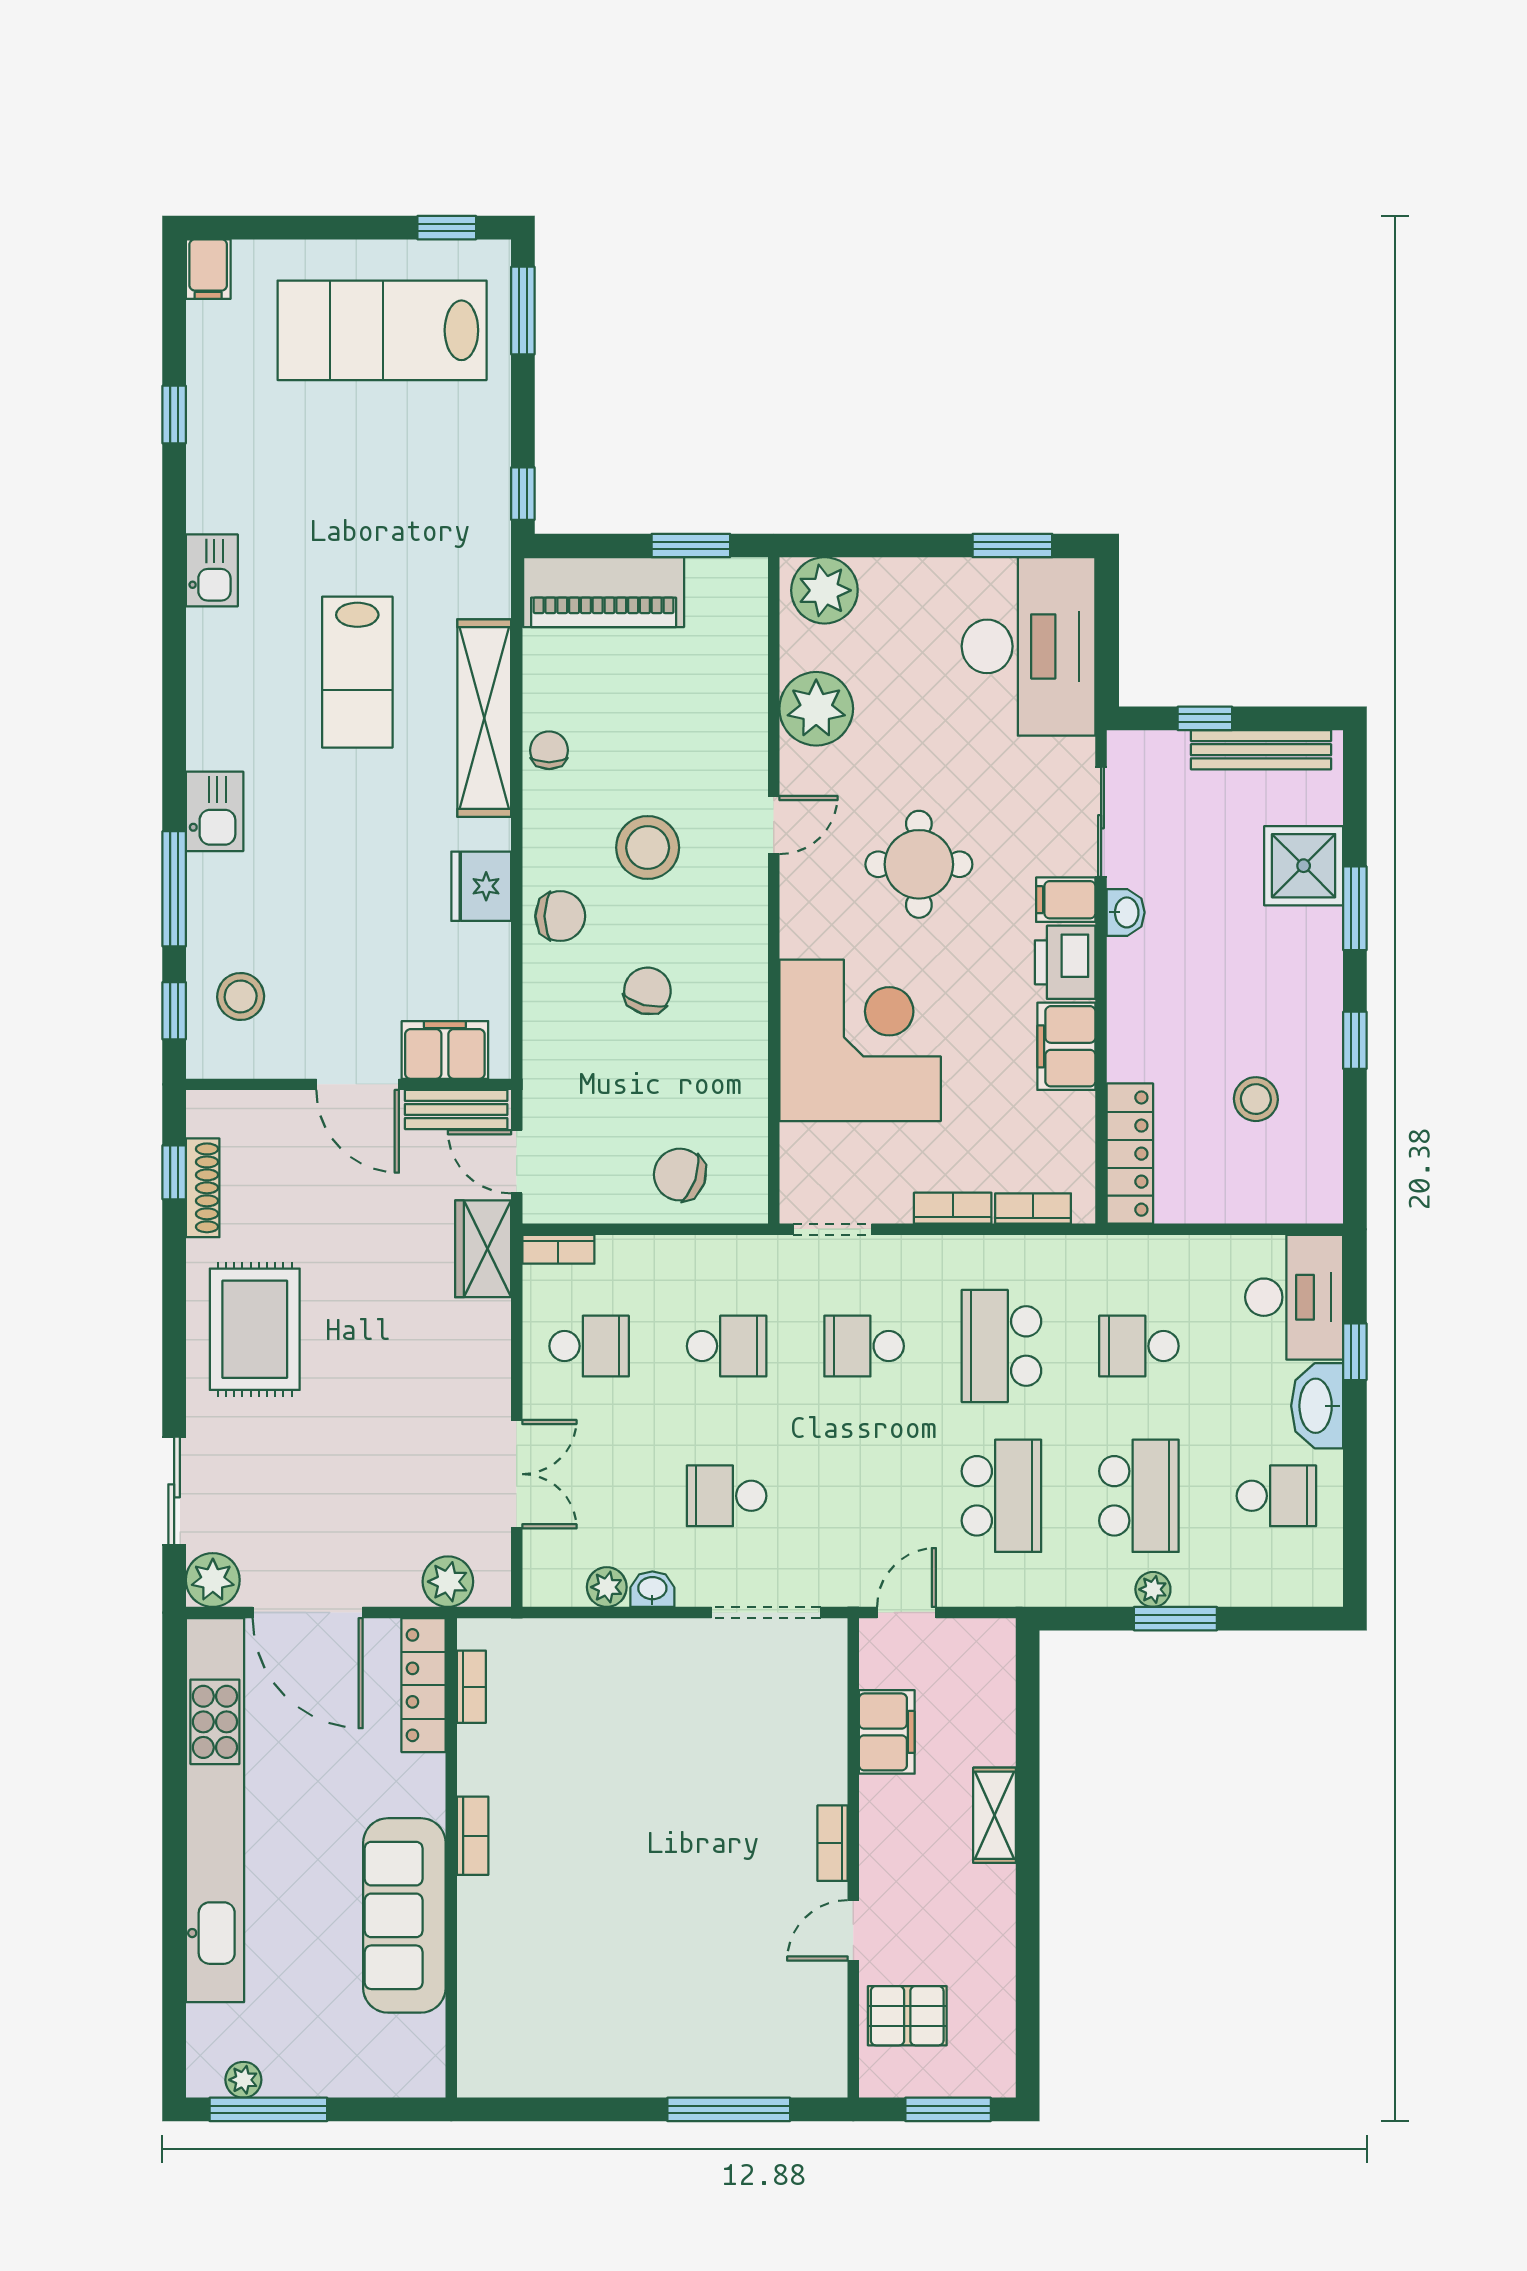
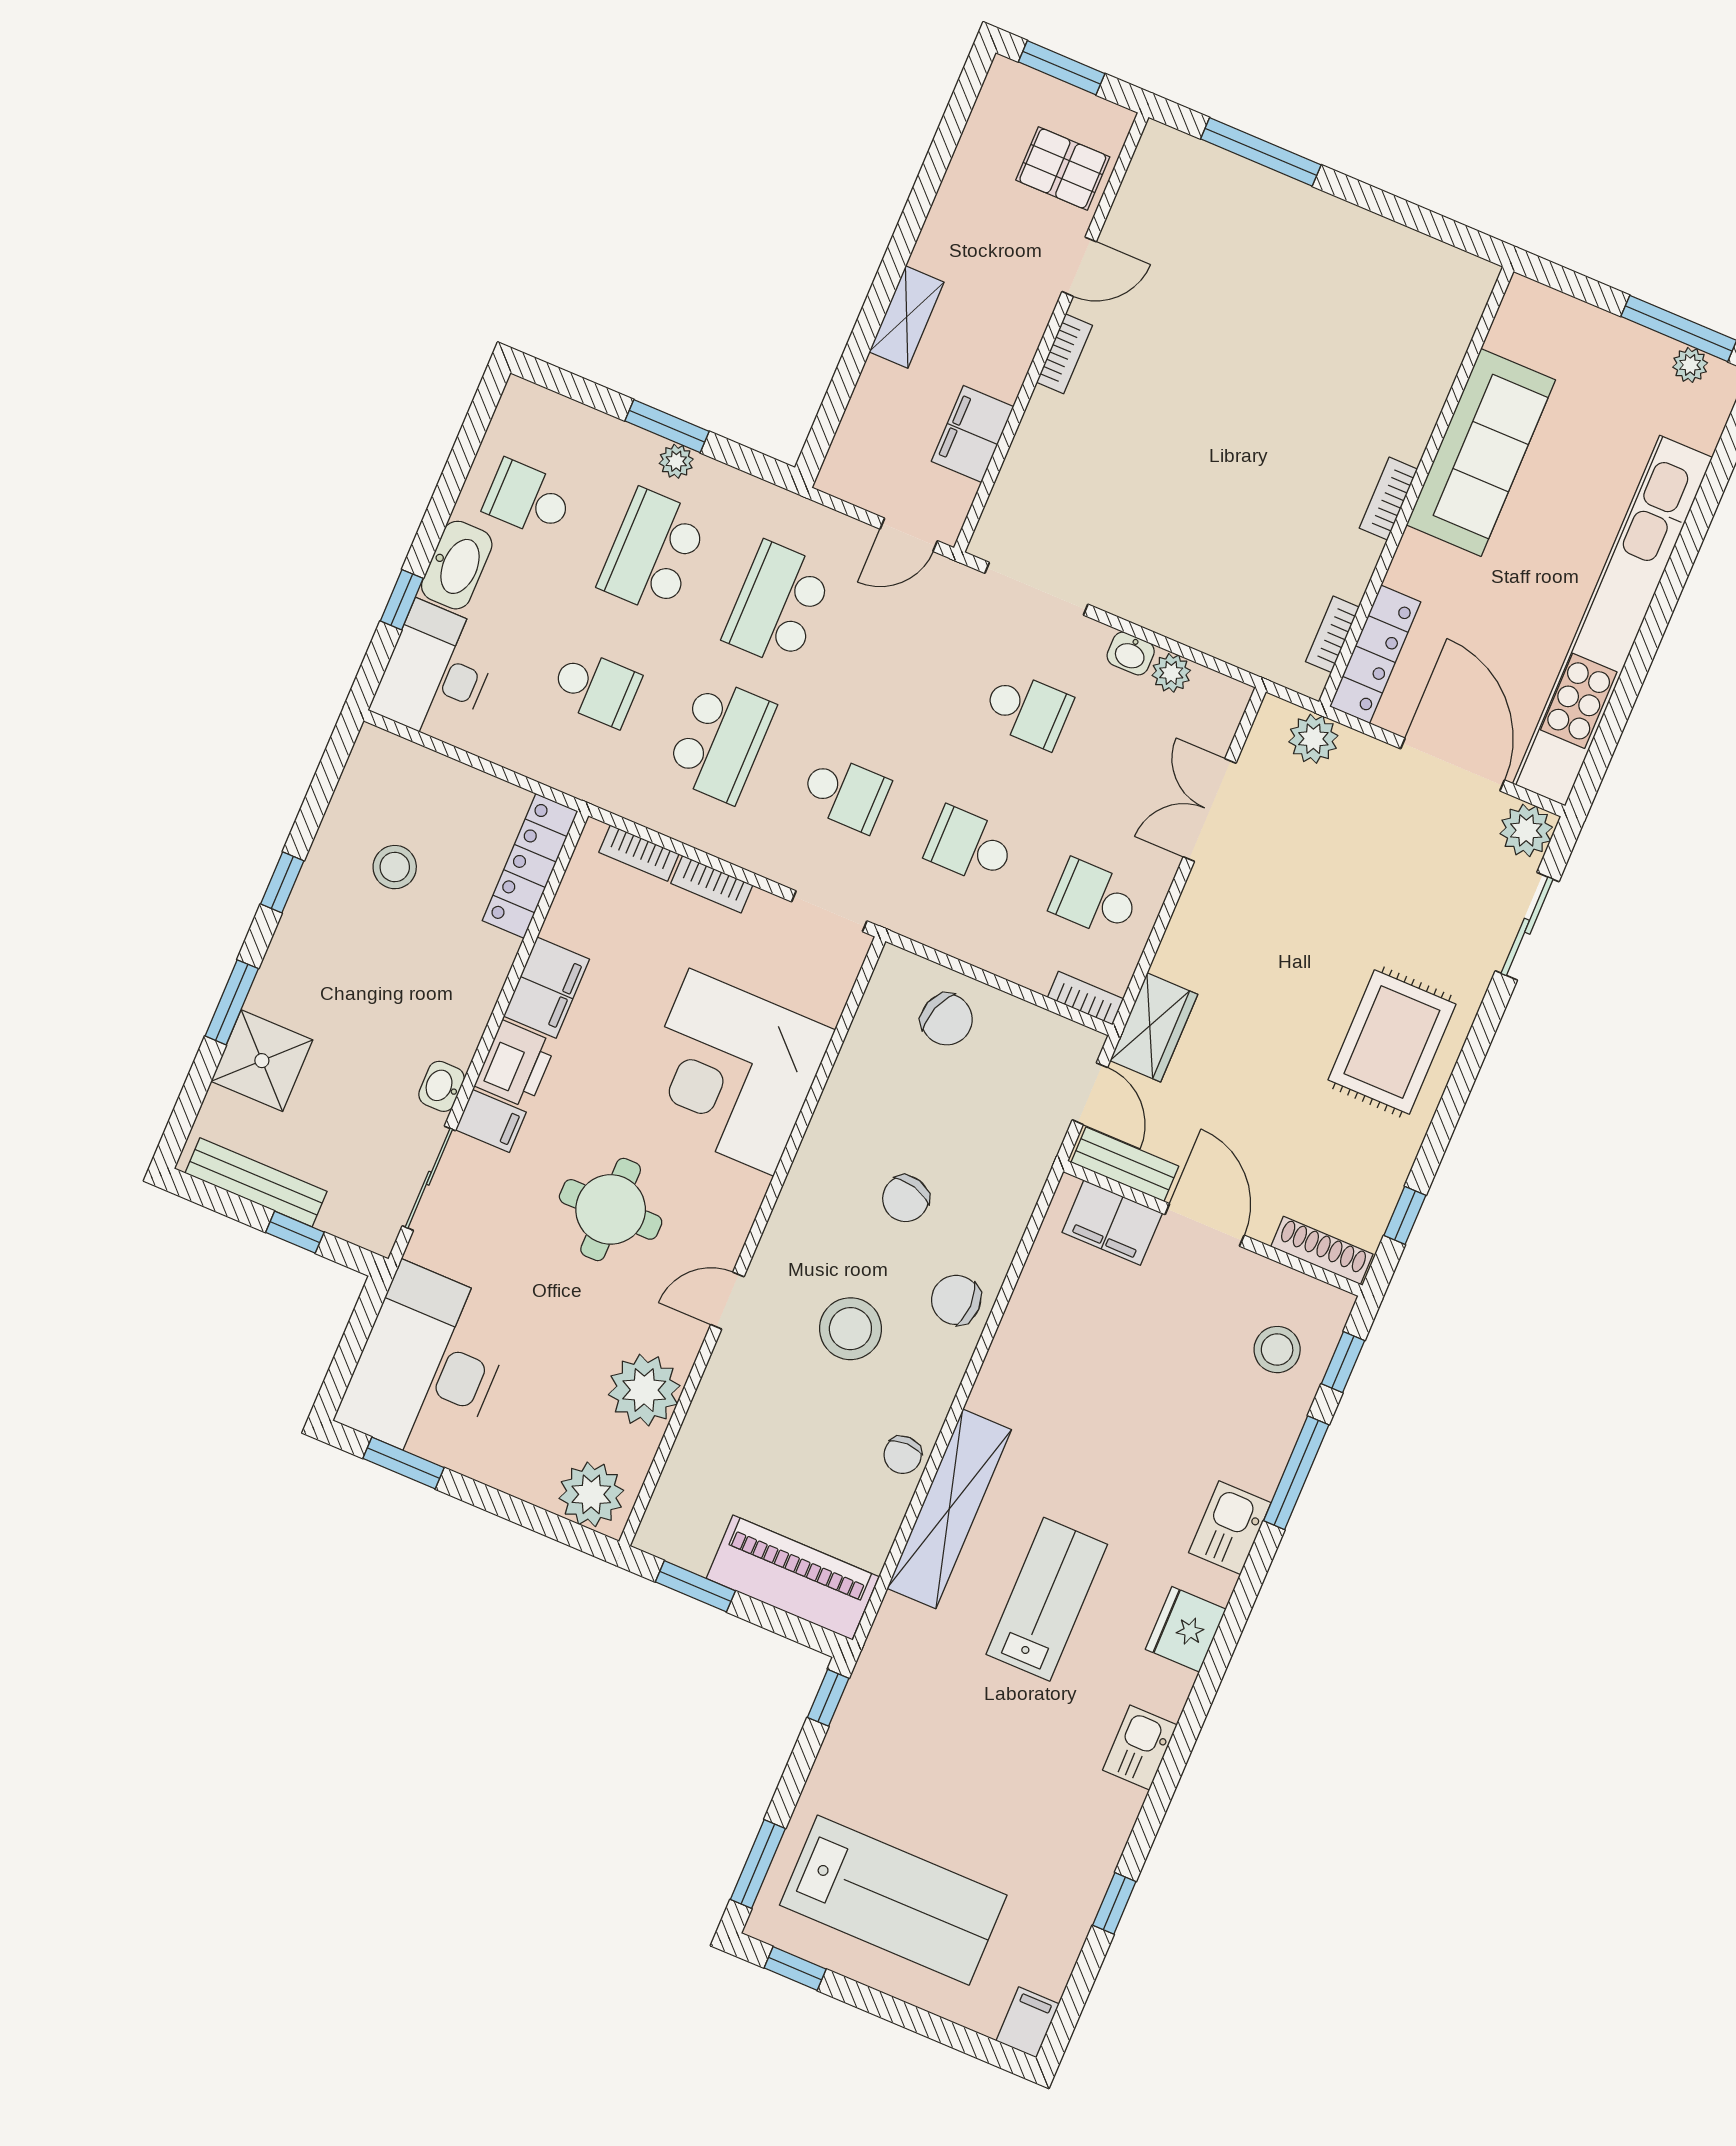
fridge: (481, 886) -> (1186, 1629), moved, turned 180
shoe rack: (203, 1188) -> (1322, 1250), moved, turned 90

